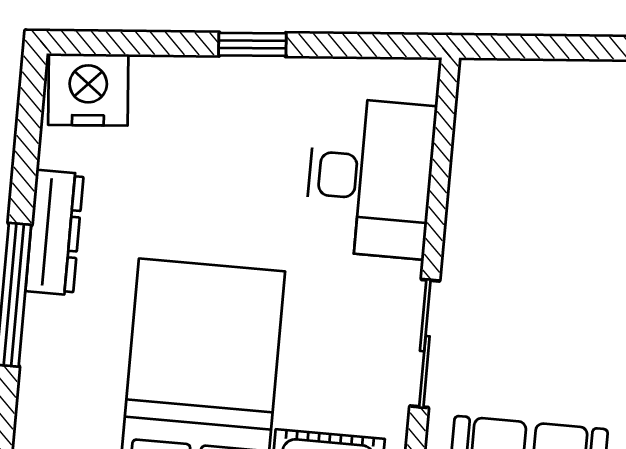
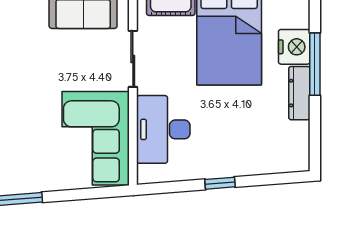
nightstand: (88, 90) -> (294, 47), moved, turned -85
corner sofa: (525, 171) -> (96, 138), added

